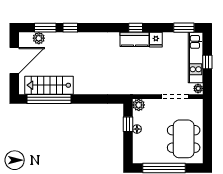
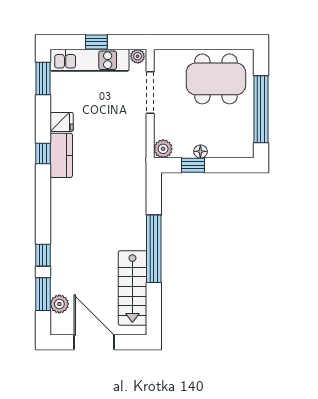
window: (49, 99) -> (154, 249), moved

